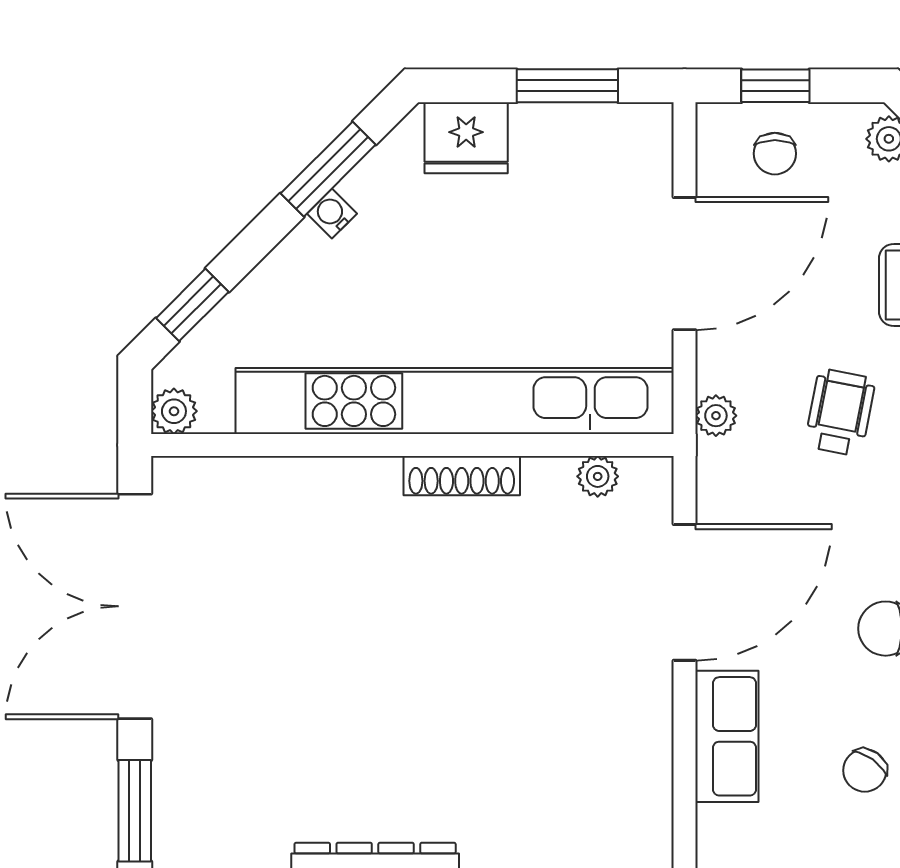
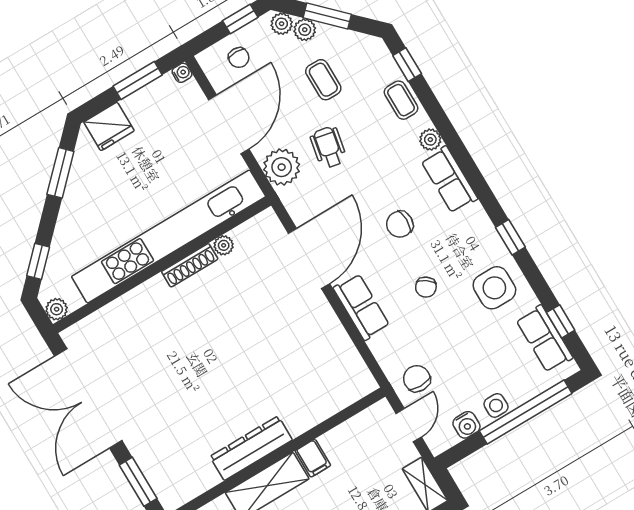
window: (775, 86) -> (240, 19), moved
water cooler: (332, 214) -> (182, 73), moved, turned 135
plant: (716, 416) -> (282, 167), width x1.87, depth x1.87
plant: (598, 476) -> (224, 245), moved

